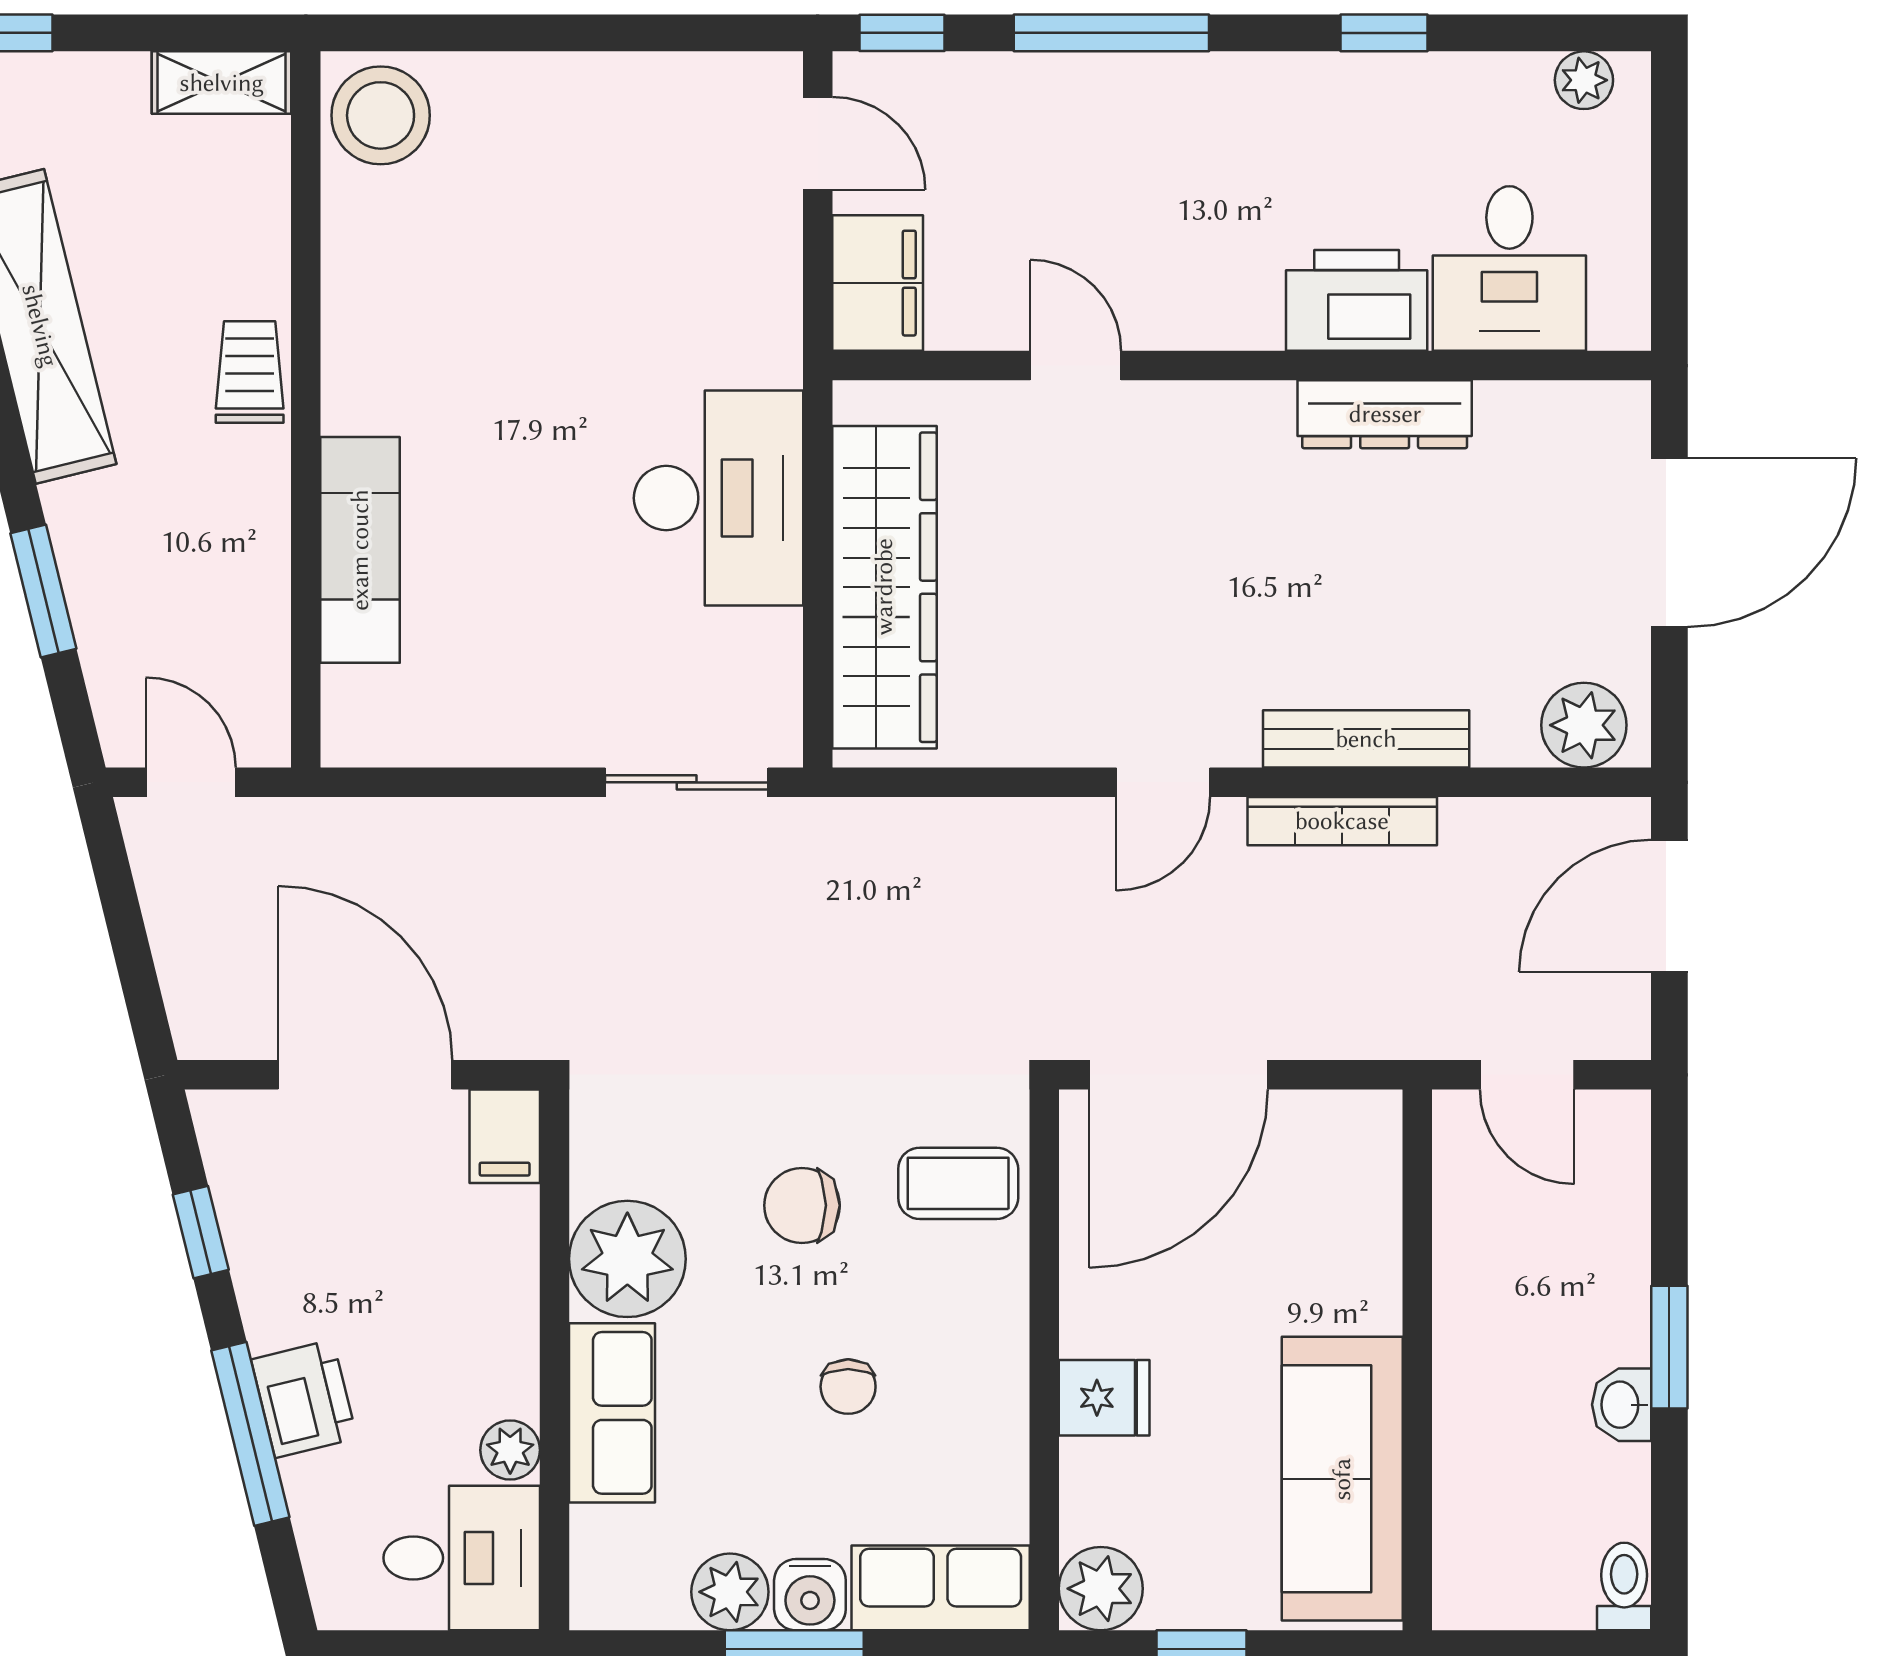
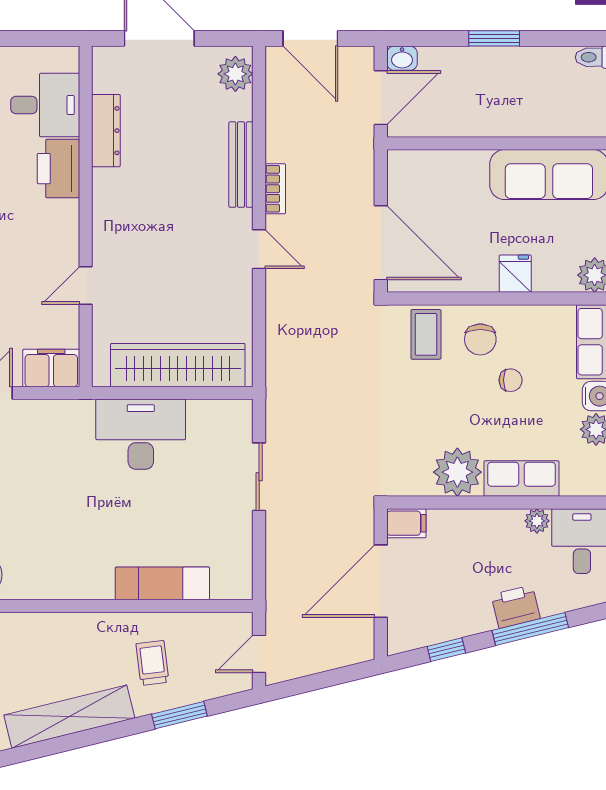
trolley: (250, 372) -> (152, 663), moved, turned 83
dresser: (1385, 414) -> (106, 131), moved
sliding door: (687, 782) -> (259, 477), moved
bookcase: (1342, 821) -> (275, 189), width x0.64
door: (1527, 1075) -> (381, 98), width x1.38
chair: (802, 1205) -> (480, 339), moved
washbasin: (1622, 1405) -> (402, 58), moved

